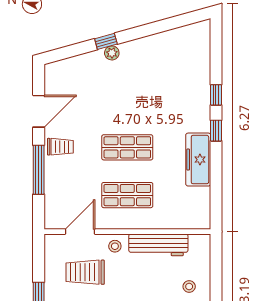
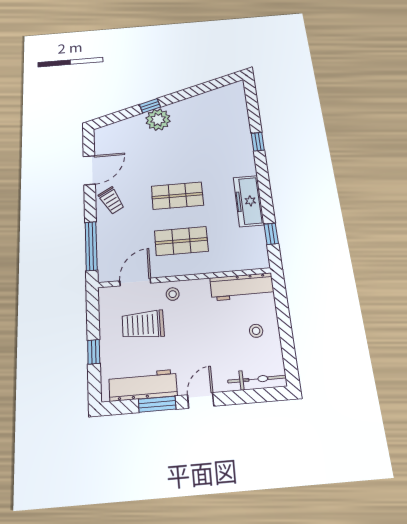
plant: (112, 53) -> (158, 120), width x1.87, depth x1.87
window: (216, 131) -> (271, 234), moved
trolley: (60, 147) -> (111, 201), turned 61
window: (39, 170) -> (91, 246), moved
workbench: (158, 245) -> (242, 287), moved

